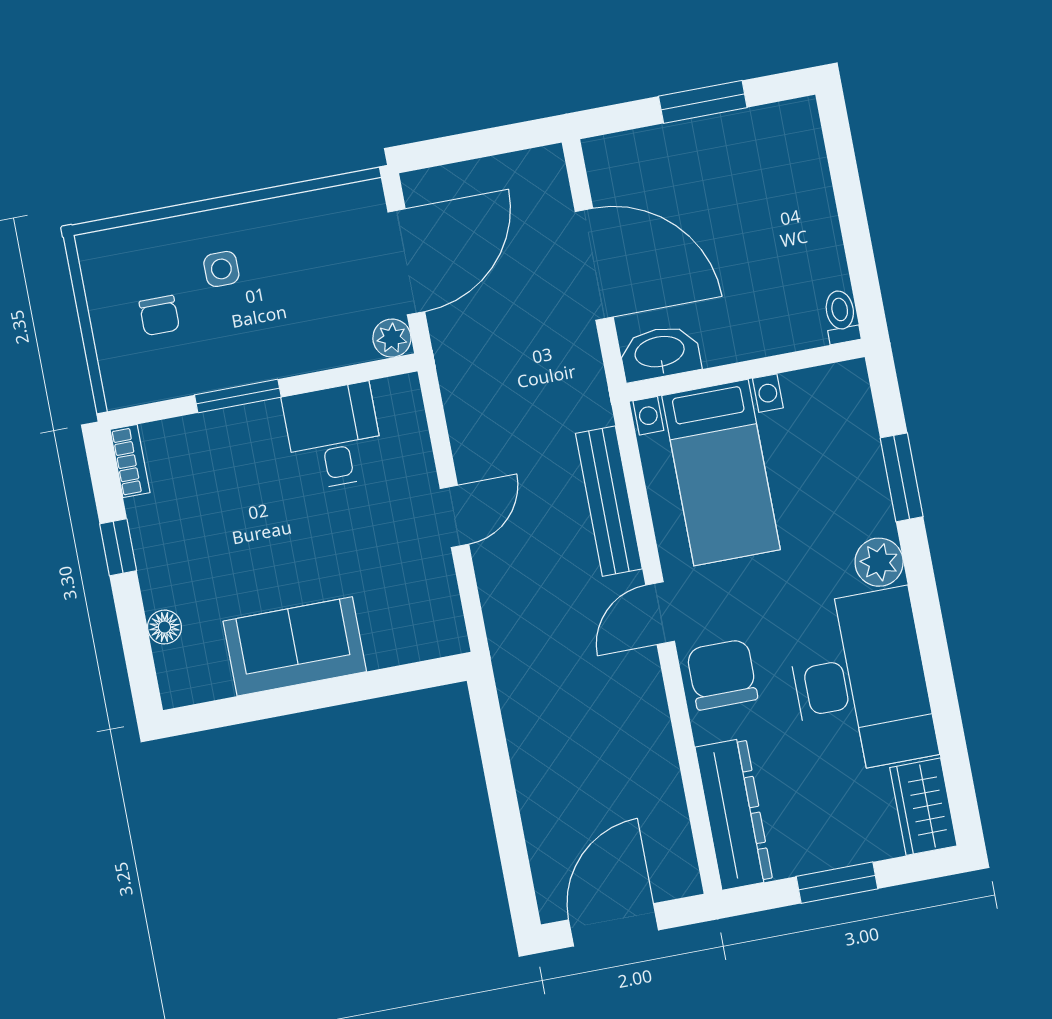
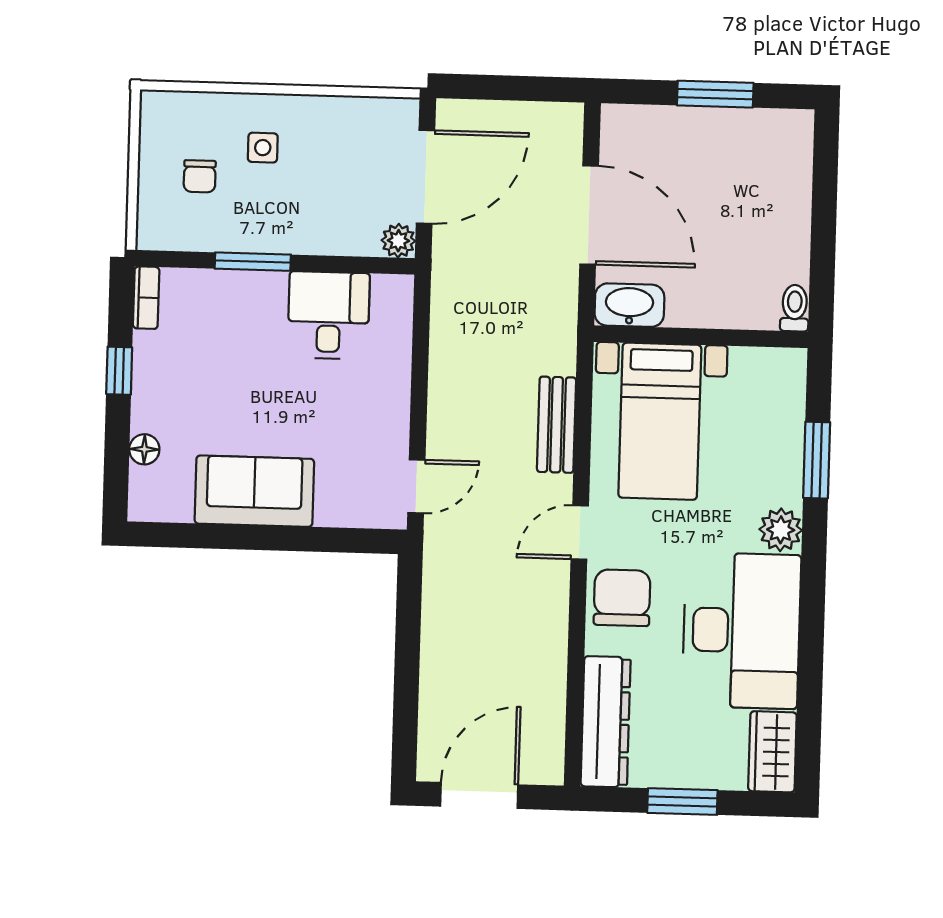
bench: (609, 501) -> (557, 425), width x0.73
door: (454, 516) -> (416, 486), moved

